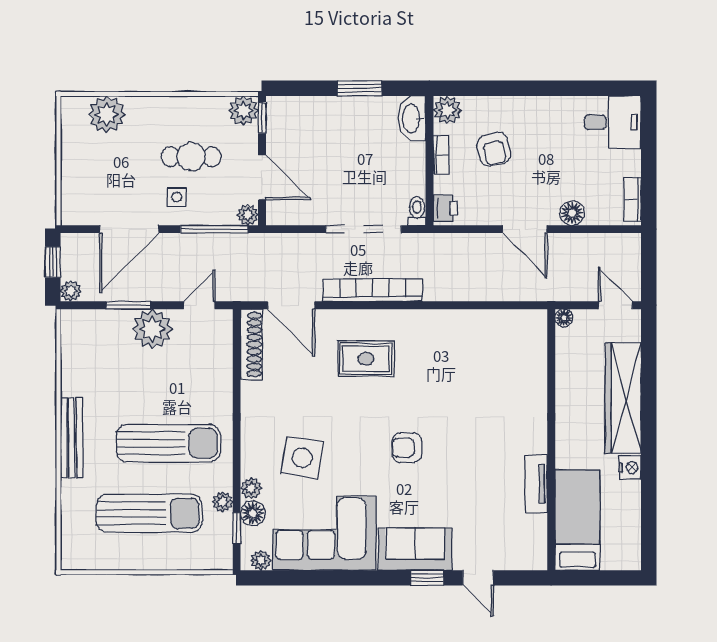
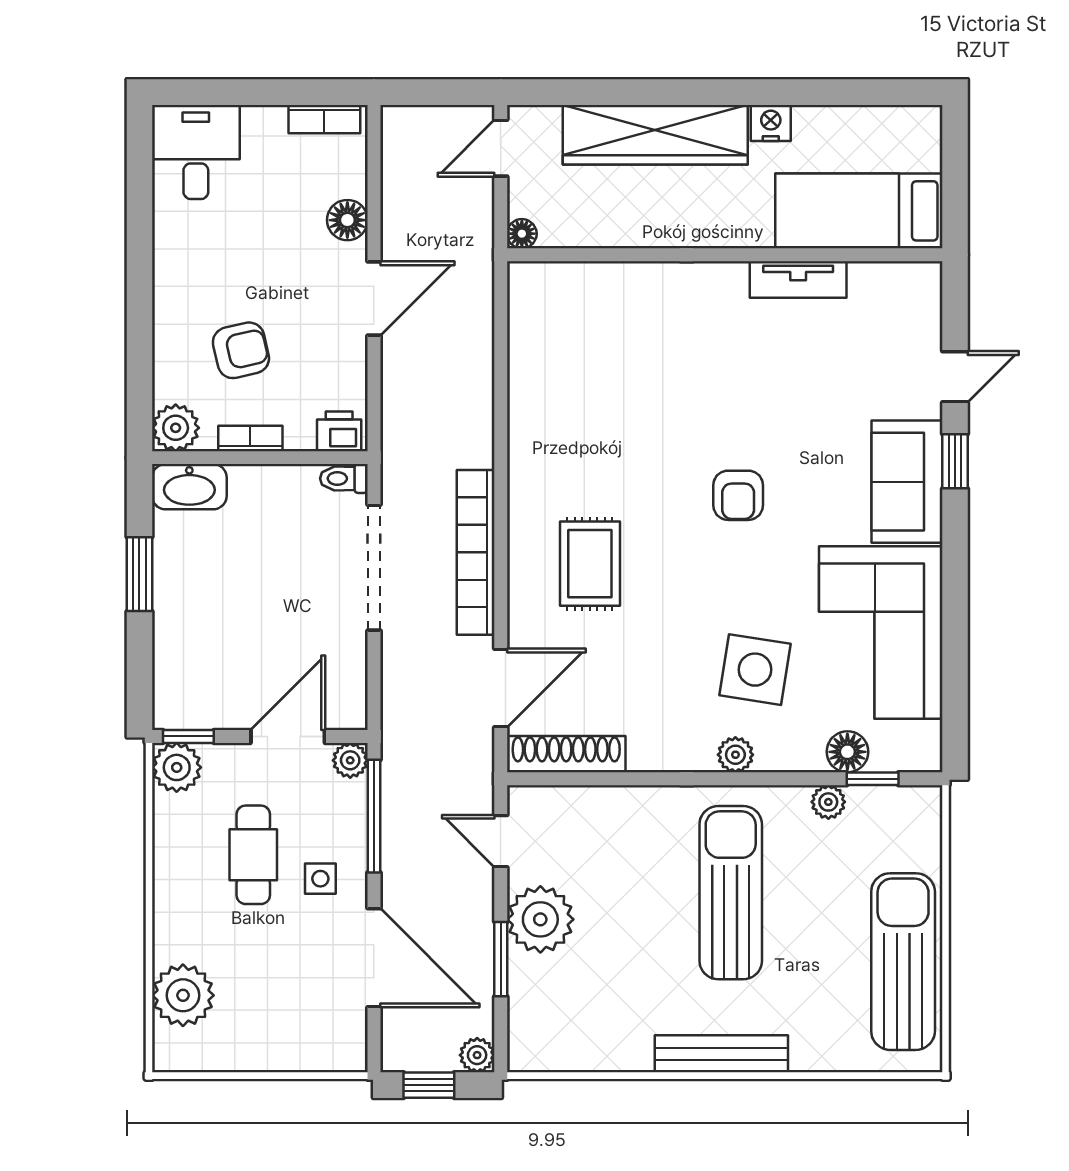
plant: (251, 488) -> (735, 755), moved
sun lounger: (149, 513) -> (903, 962), moved
plant: (261, 560) -> (926, 739), removed

